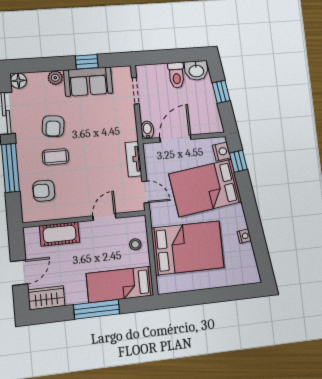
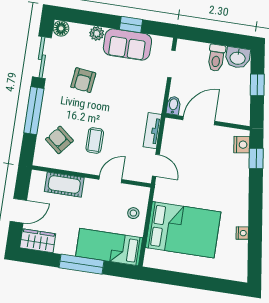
coffee table: (55, 157) -> (95, 140), moved, turned 90
bed: (205, 188) -> (216, 176), removed
armchair: (44, 191) -> (59, 140), turned 39

